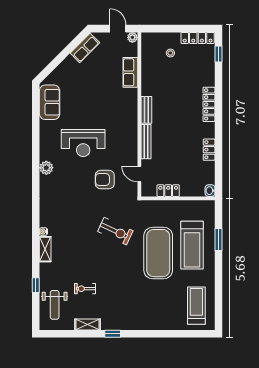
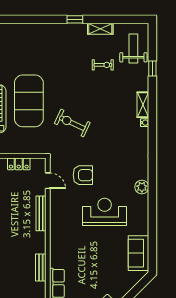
bench: (146, 110) -> (41, 267), moved

